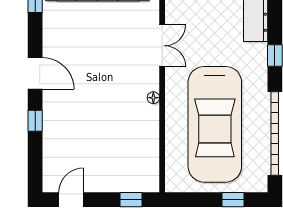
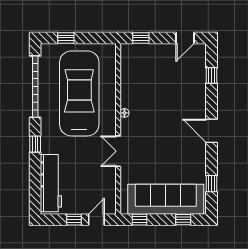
window: (35, 121) -> (212, 75), moved

